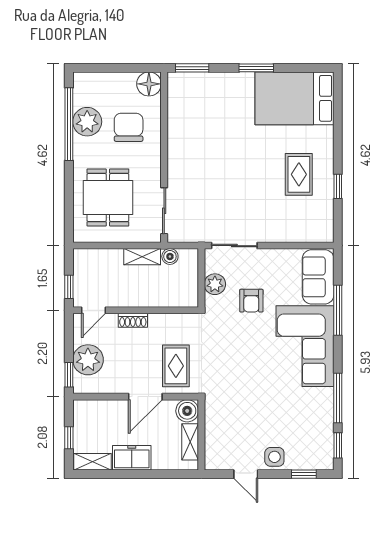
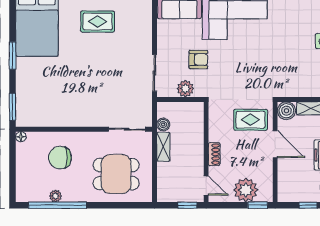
floor lamp: (149, 84) -> (21, 137), width x0.53, depth x0.53
plant: (87, 122) -> (56, 196), width x0.53, depth x0.53

